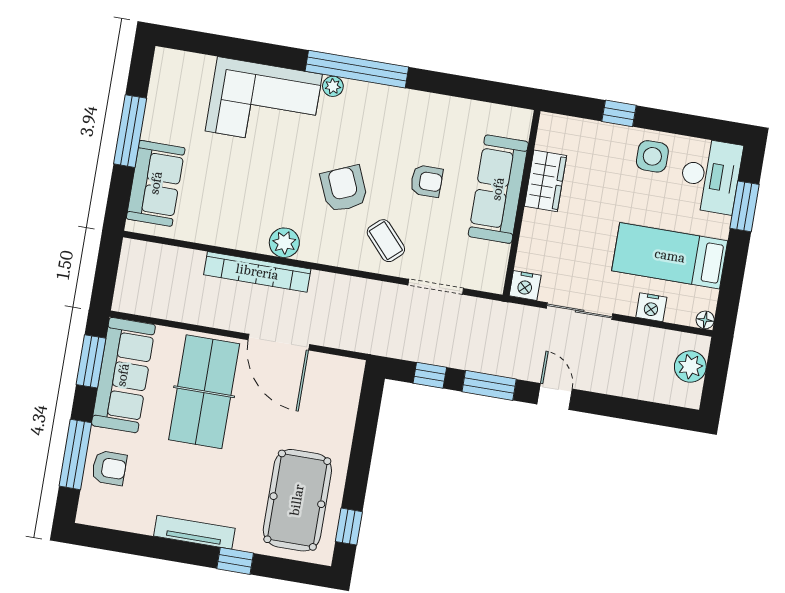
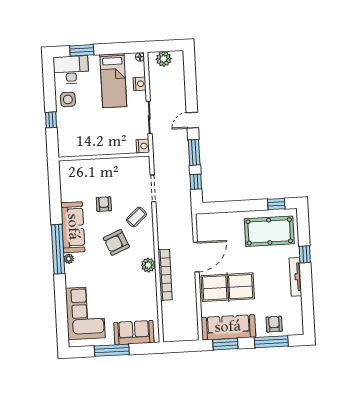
corner sofa: (264, 103) -> (85, 313), moved
wardrobe: (545, 181) -> (91, 148), removed
sofa: (498, 189) -> (73, 227), moved, turned -90

